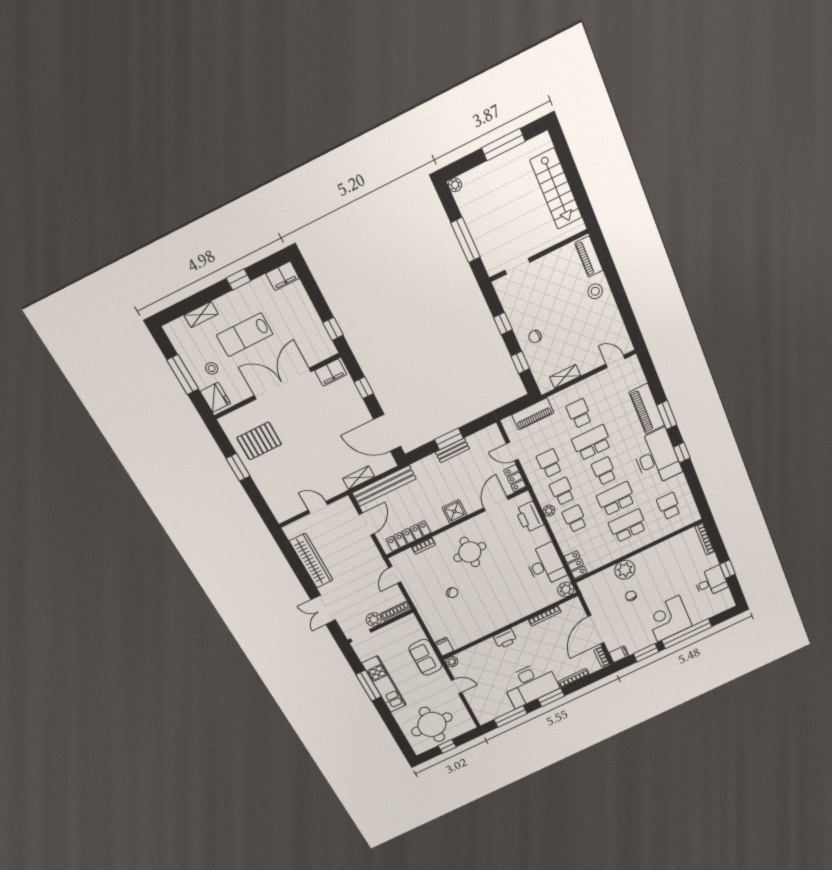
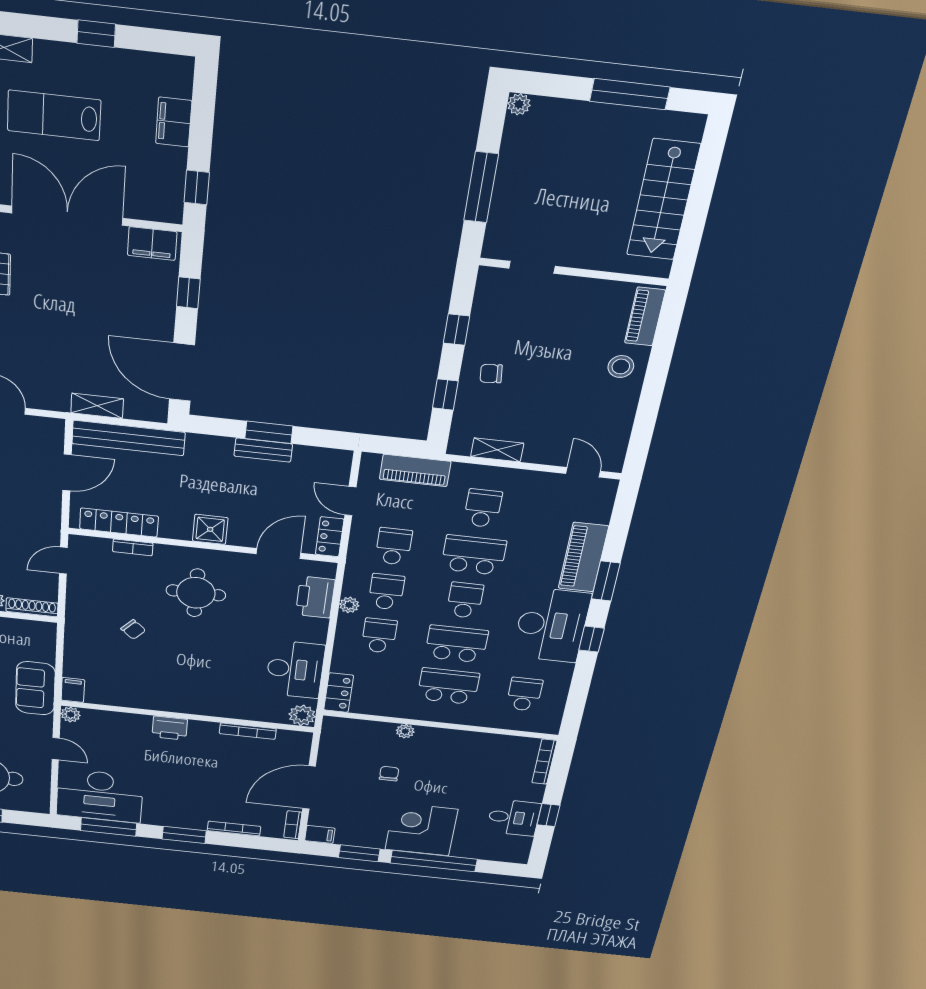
filing cabinet: (283, 276) -> (174, 122), moved, turned 90
plant: (625, 570) -> (405, 731), width x0.53, depth x0.53
desk: (530, 684) -> (100, 796), moved

